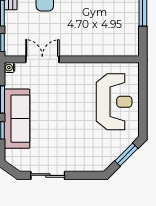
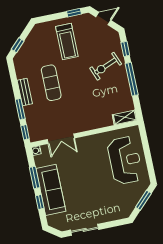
shelving: (125, 50) -> (125, 117), added
double door: (42, 59) -> (61, 139), swing flipped

